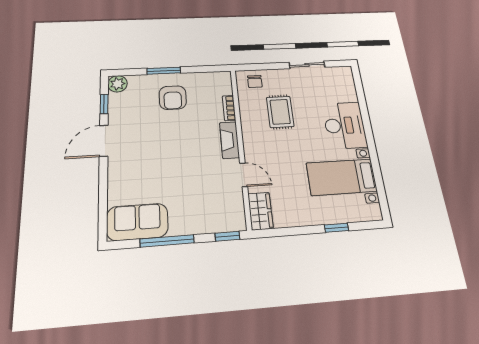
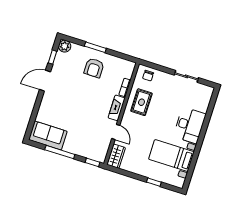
rug: (280, 112) -> (141, 102), moved

